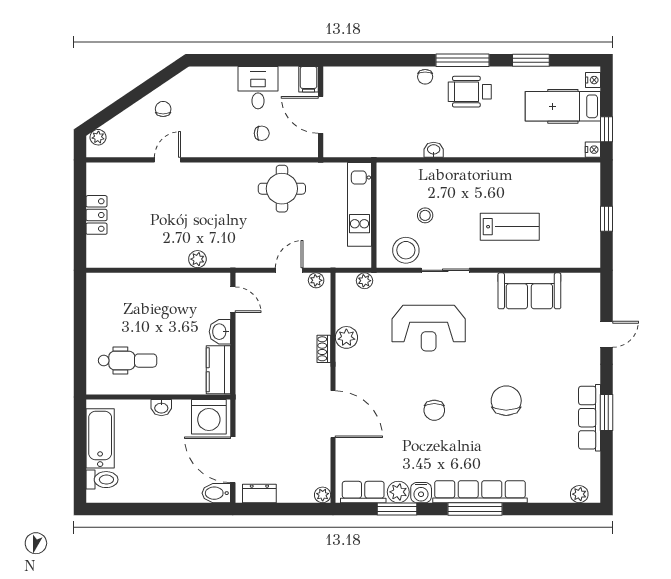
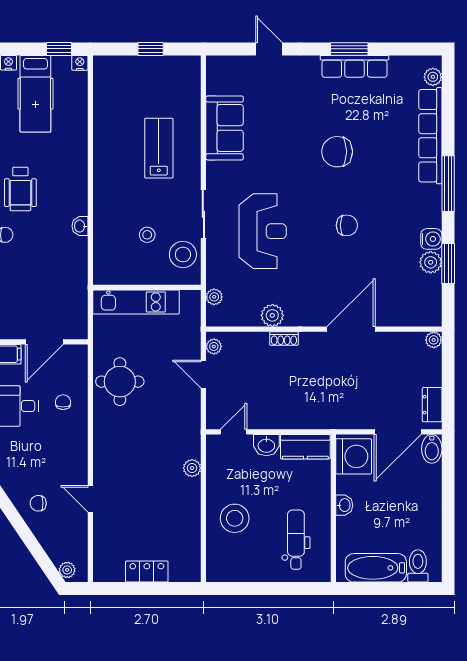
stool: (148, 301) -> (235, 518), added
row of seats: (363, 492) -> (431, 298), removed
row of seats: (480, 492) -> (430, 136), moved

